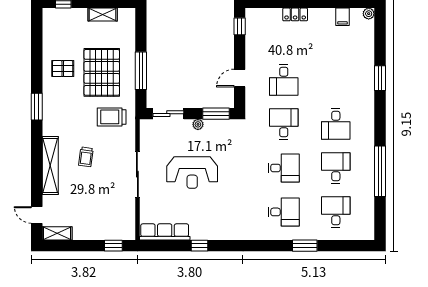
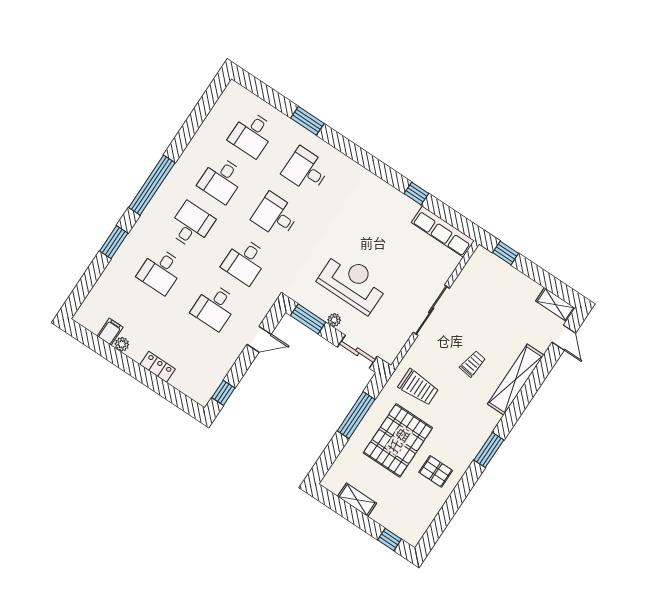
plant: (369, 14) -> (122, 344), moved
desk: (284, 80) -> (215, 307), turned 180
desk: (336, 80) -> (161, 271), added
window: (380, 171) -> (152, 185), moved
reception desk: (192, 172) -> (353, 283), moved

